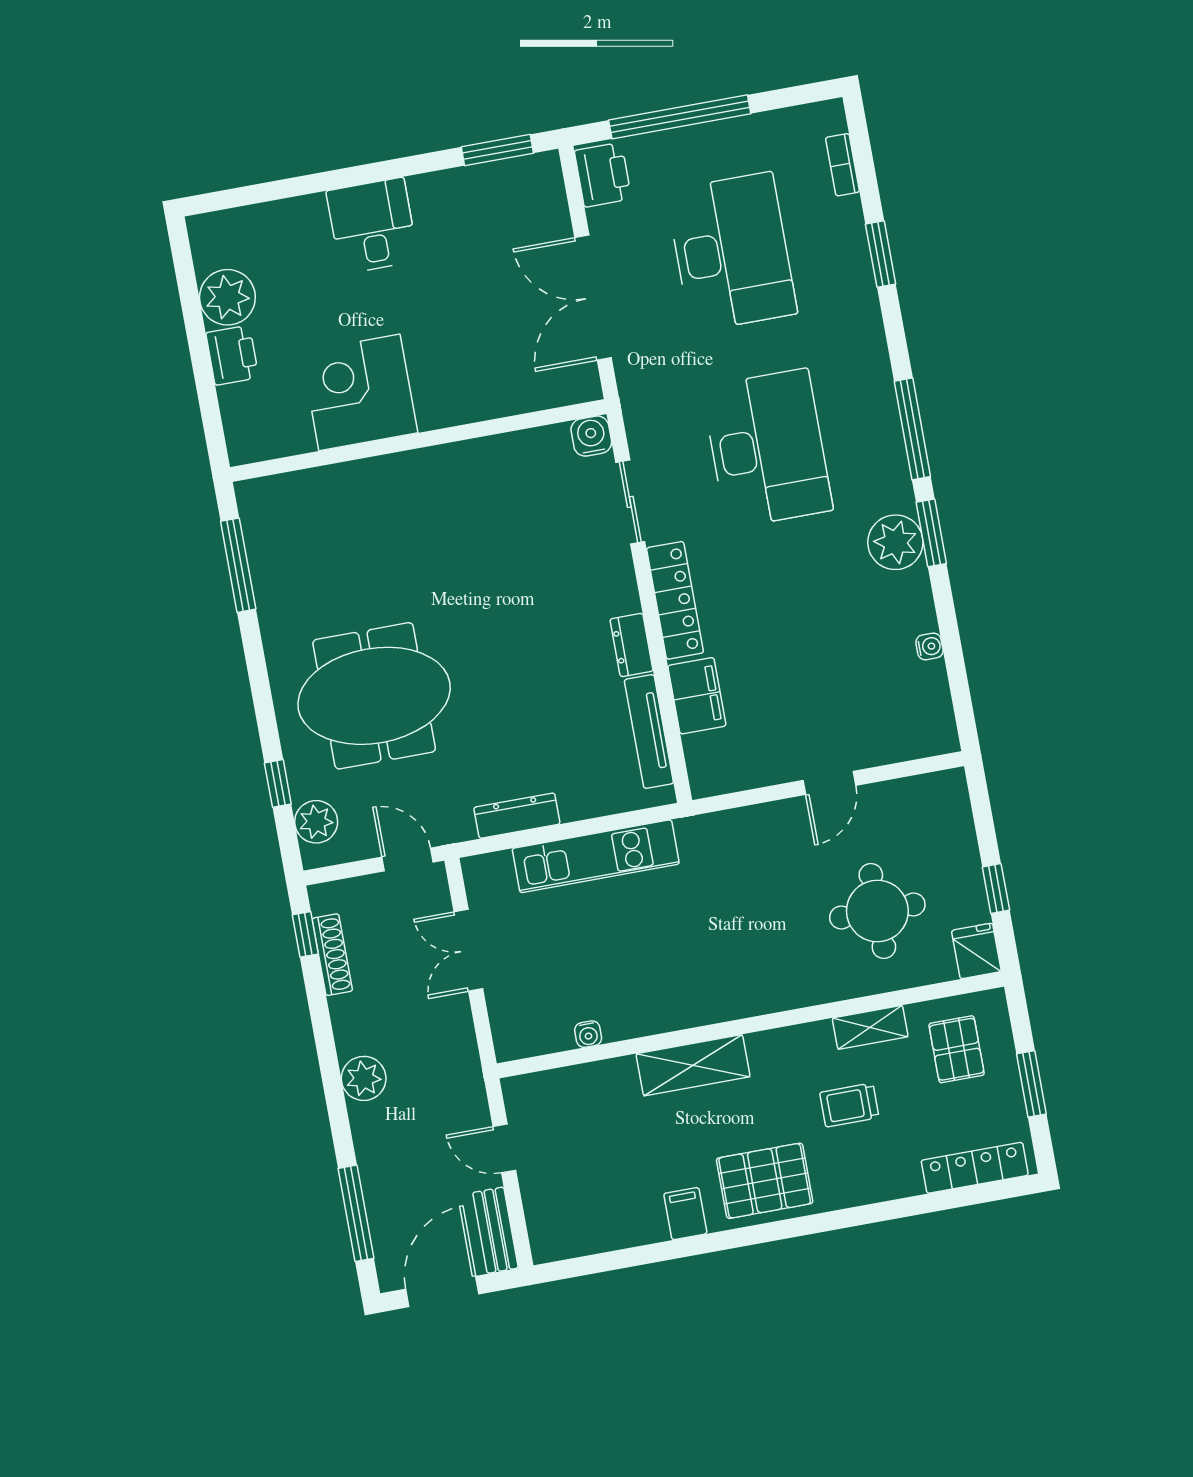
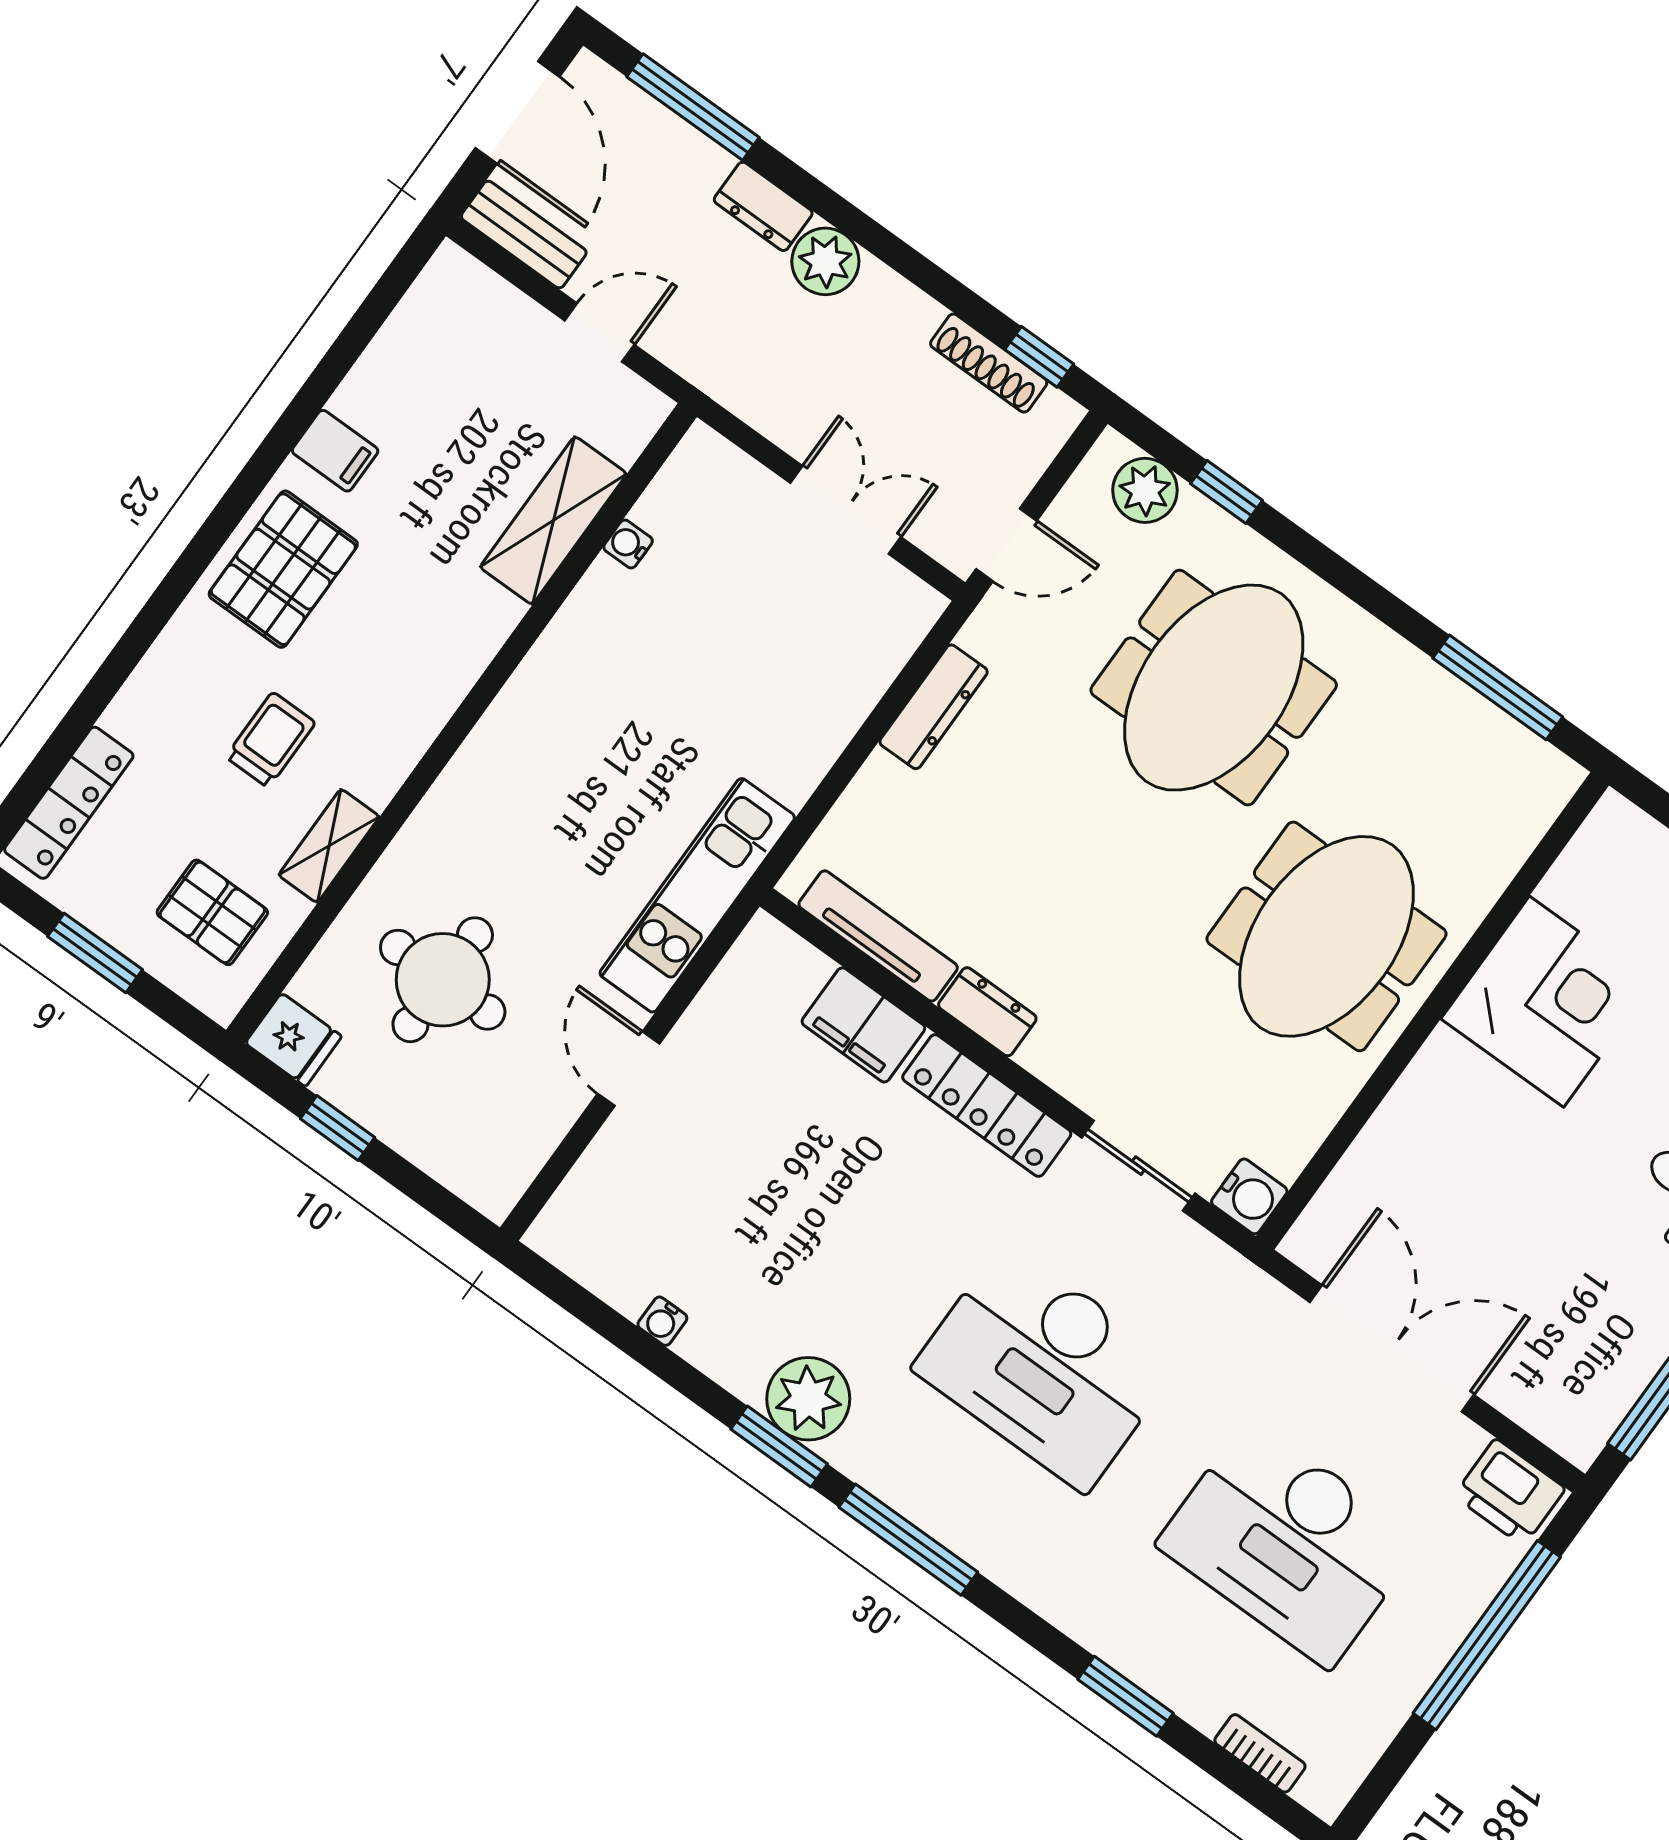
meeting table: (435, 525) -> (1326, 936), added
kitchen unit: (596, 856) -> (697, 895), moved
shelving: (693, 1065) -> (553, 520), moved
dresser: (368, 1133) -> (763, 206), added

